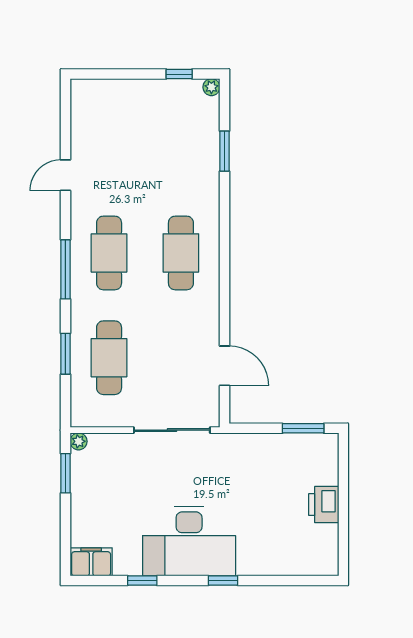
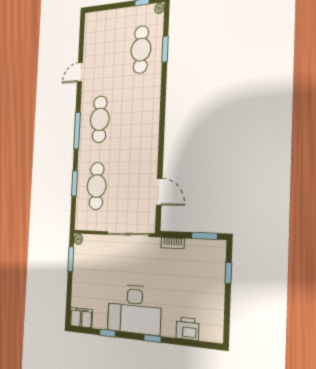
cafe table: (181, 253) -> (141, 50), moved
bookcase: (251, 441) -> (173, 243), added
window: (343, 478) -> (228, 273), added
printer: (324, 505) -> (187, 329), moved, turned 90

